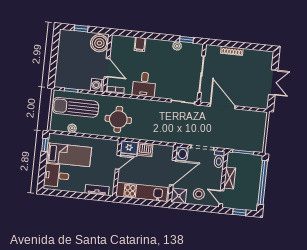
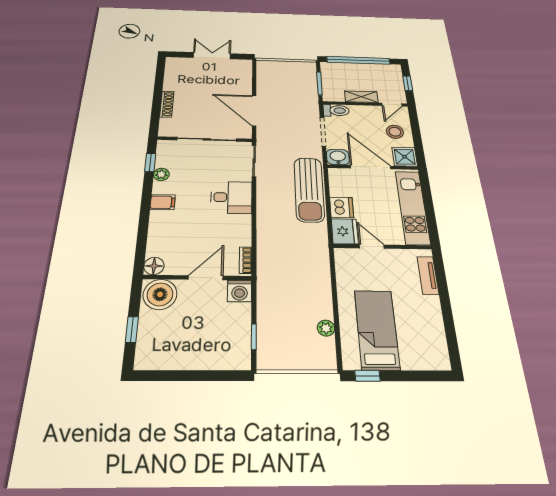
floor lamp: (117, 40) -> (154, 266), added
filing cabinet: (140, 44) -> (163, 202), moved
desk: (144, 84) -> (231, 197), moved
door: (223, 106) -> (254, 111), hinge flipped
sun lounger: (76, 107) -> (309, 189), moved
round table: (118, 119) -> (297, 252), removed
desk: (56, 176) -> (420, 348), removed

